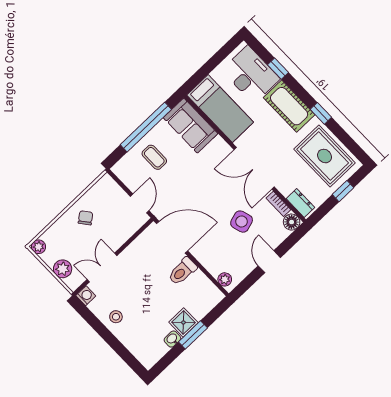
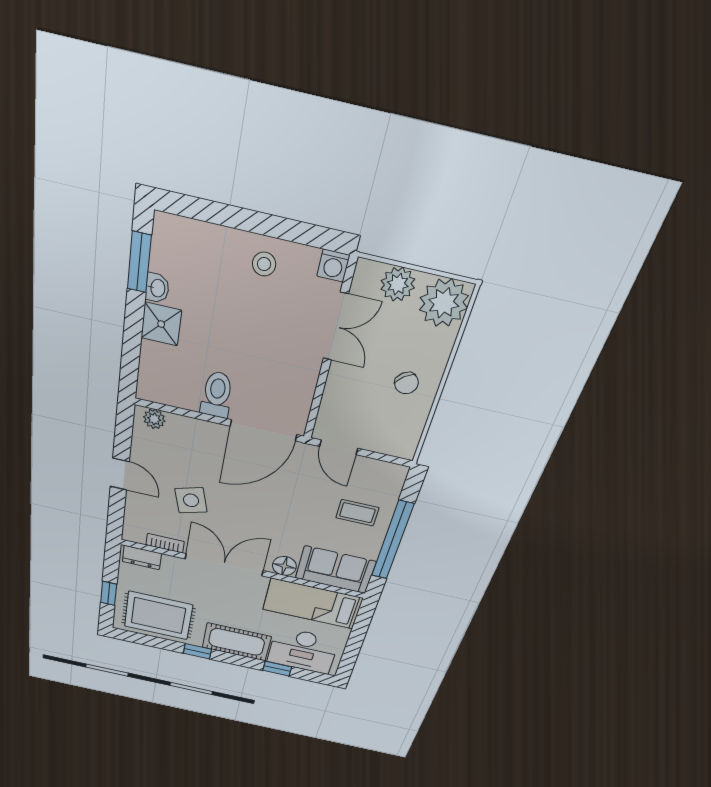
floor lamp: (292, 222) -> (284, 566), moved
plant: (38, 247) -> (444, 303), width x1.87, depth x1.87
window: (193, 335) -> (139, 262), moved

